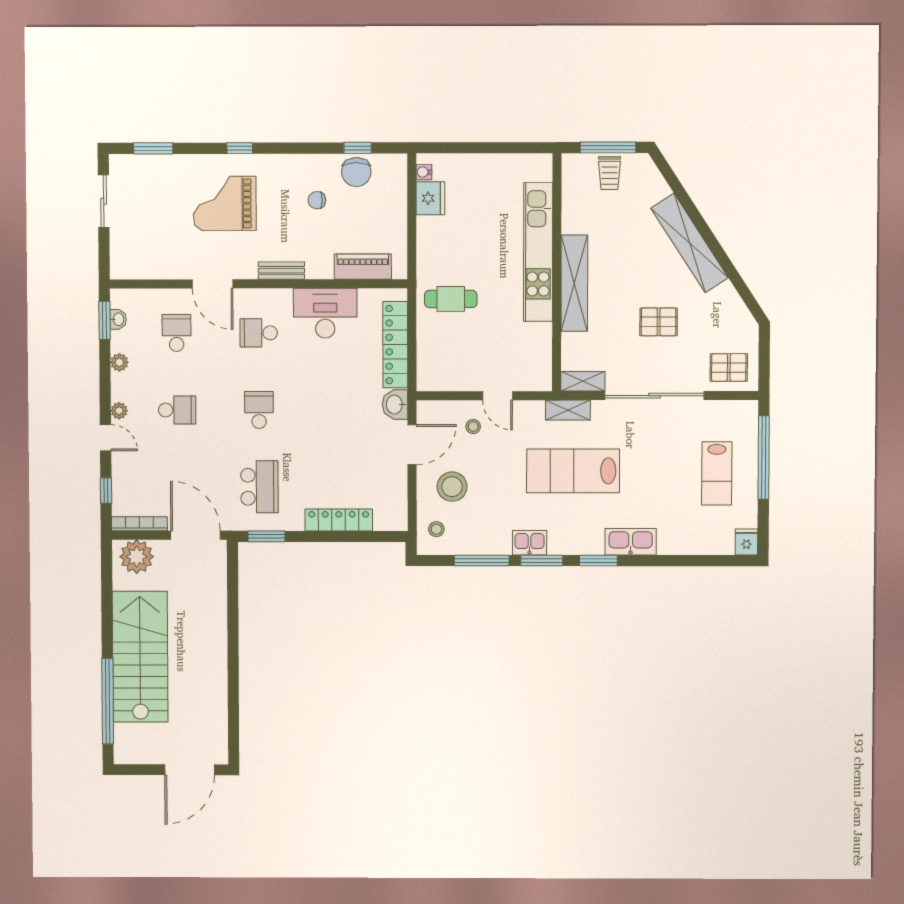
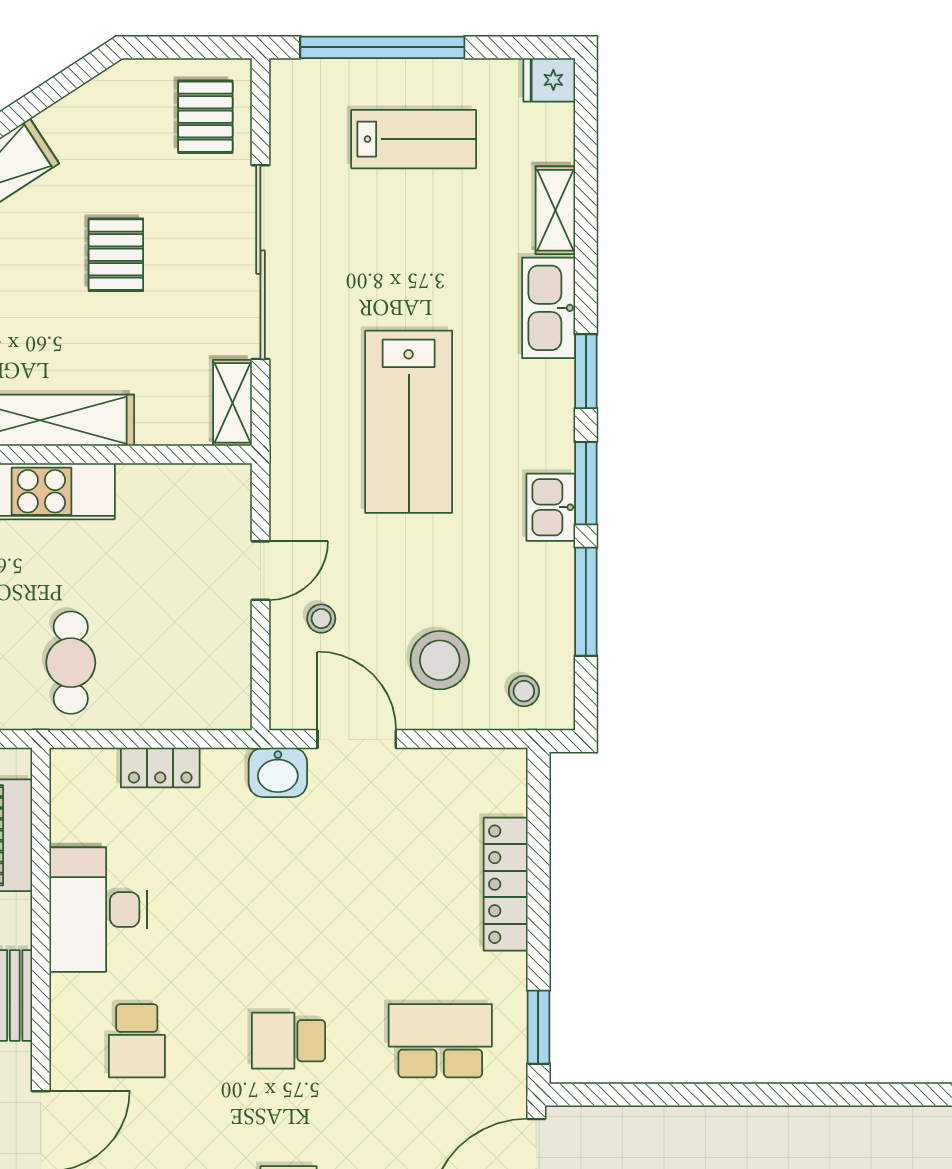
locker: (395, 345) -> (160, 768), width x0.46, depth x0.83
shelving: (568, 410) -> (555, 210), moved

